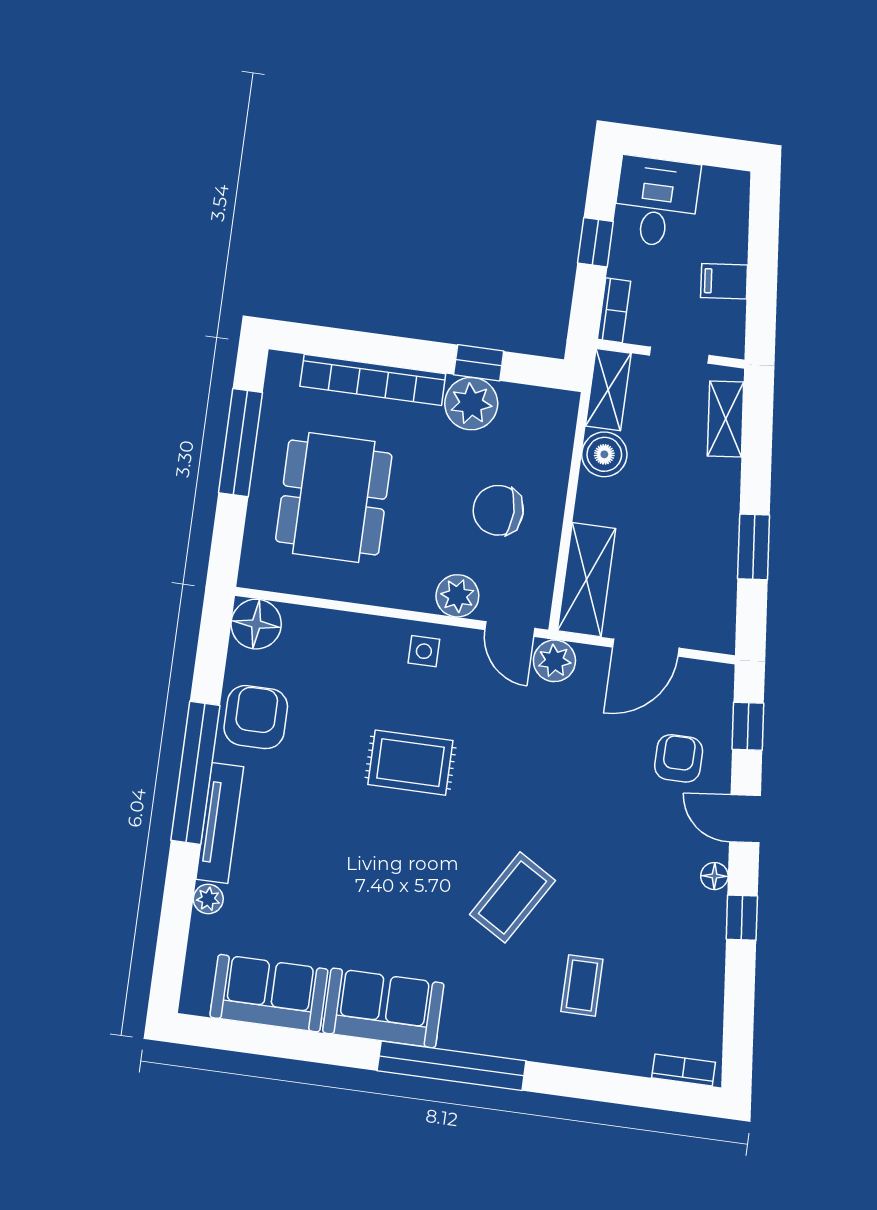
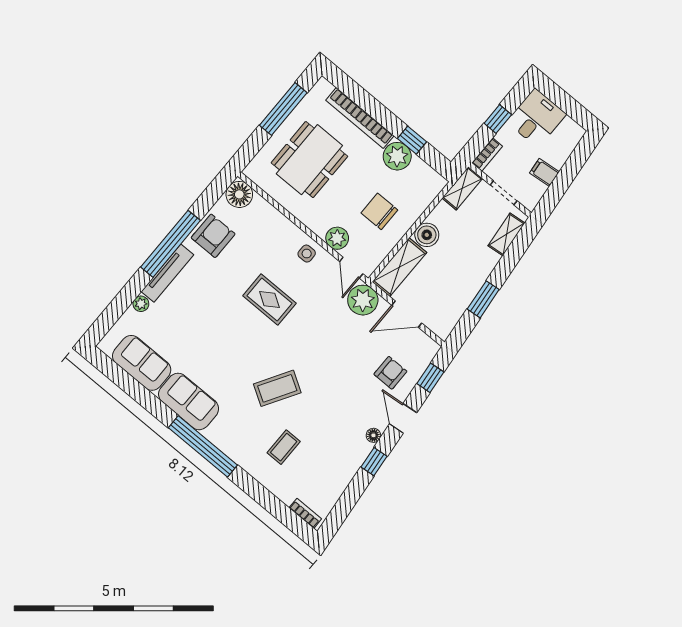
boiler: (604, 454) -> (427, 235), moved
plant: (554, 661) -> (363, 300), width x1.36, depth x1.36

